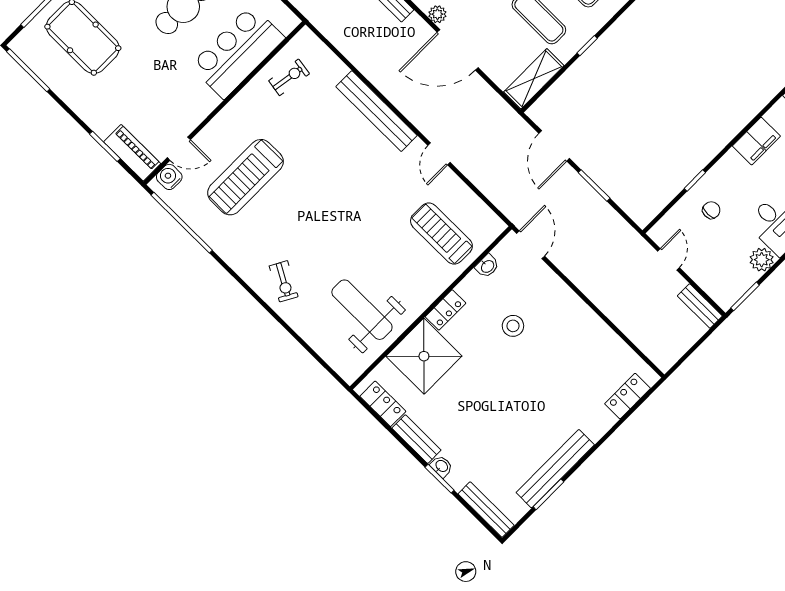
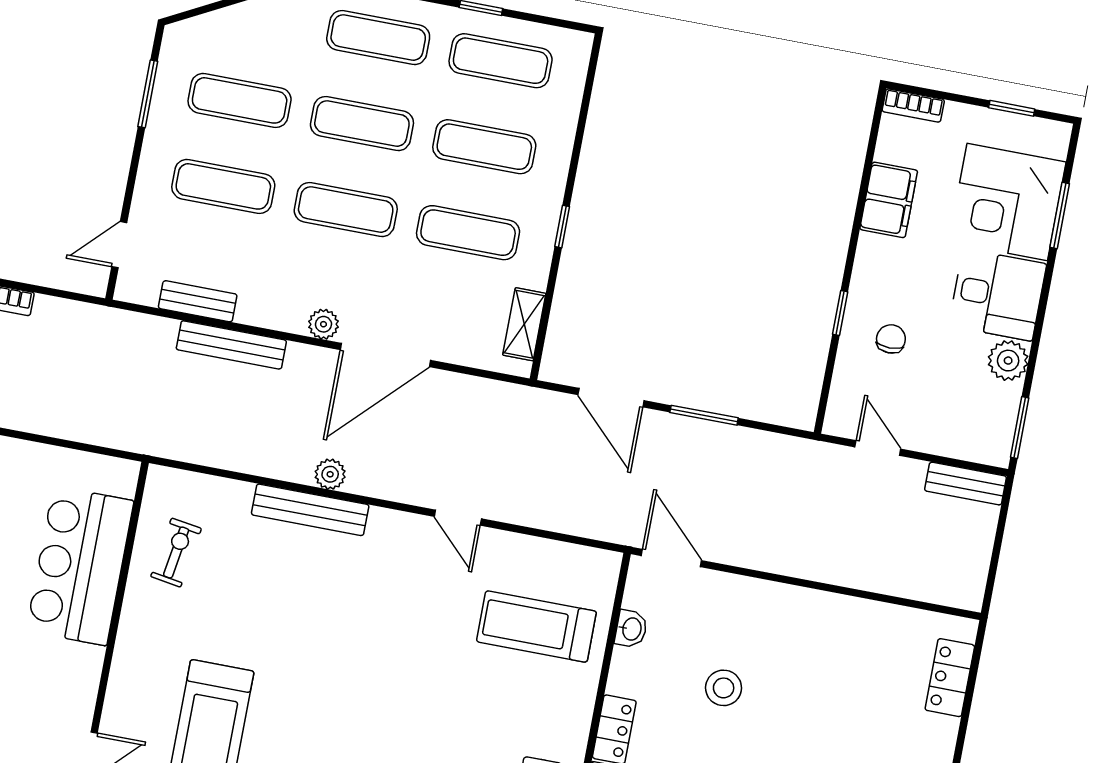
shelving: (534, 79) -> (524, 324), width x0.67, depth x0.75
plant: (391, 90) -> (330, 474), added
bench: (377, 111) -> (310, 510), width x0.73, depth x0.82

